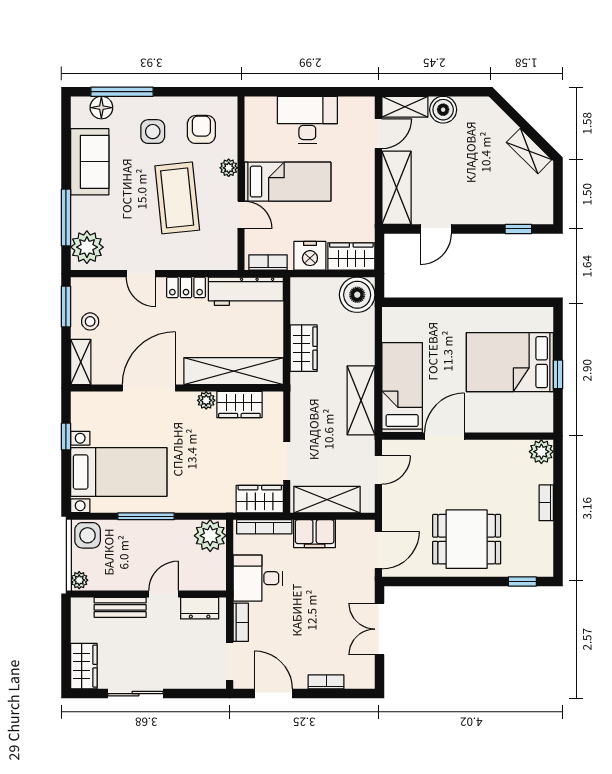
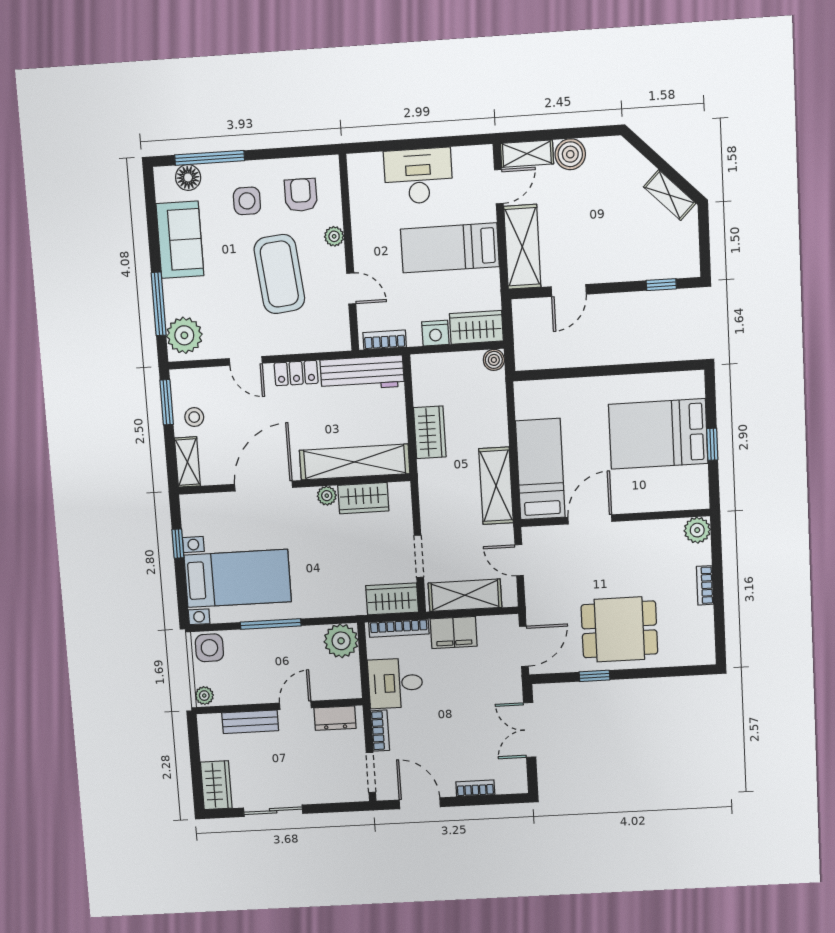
bed: (288, 182) -> (450, 248), moved, turned 180
nightstand: (310, 256) -> (435, 333), width x0.74, depth x0.75
boiler: (357, 295) -> (494, 360), width x0.54, depth x0.54
door: (378, 470) -> (519, 560), swing flipped
window: (522, 581) -> (594, 676), moved

